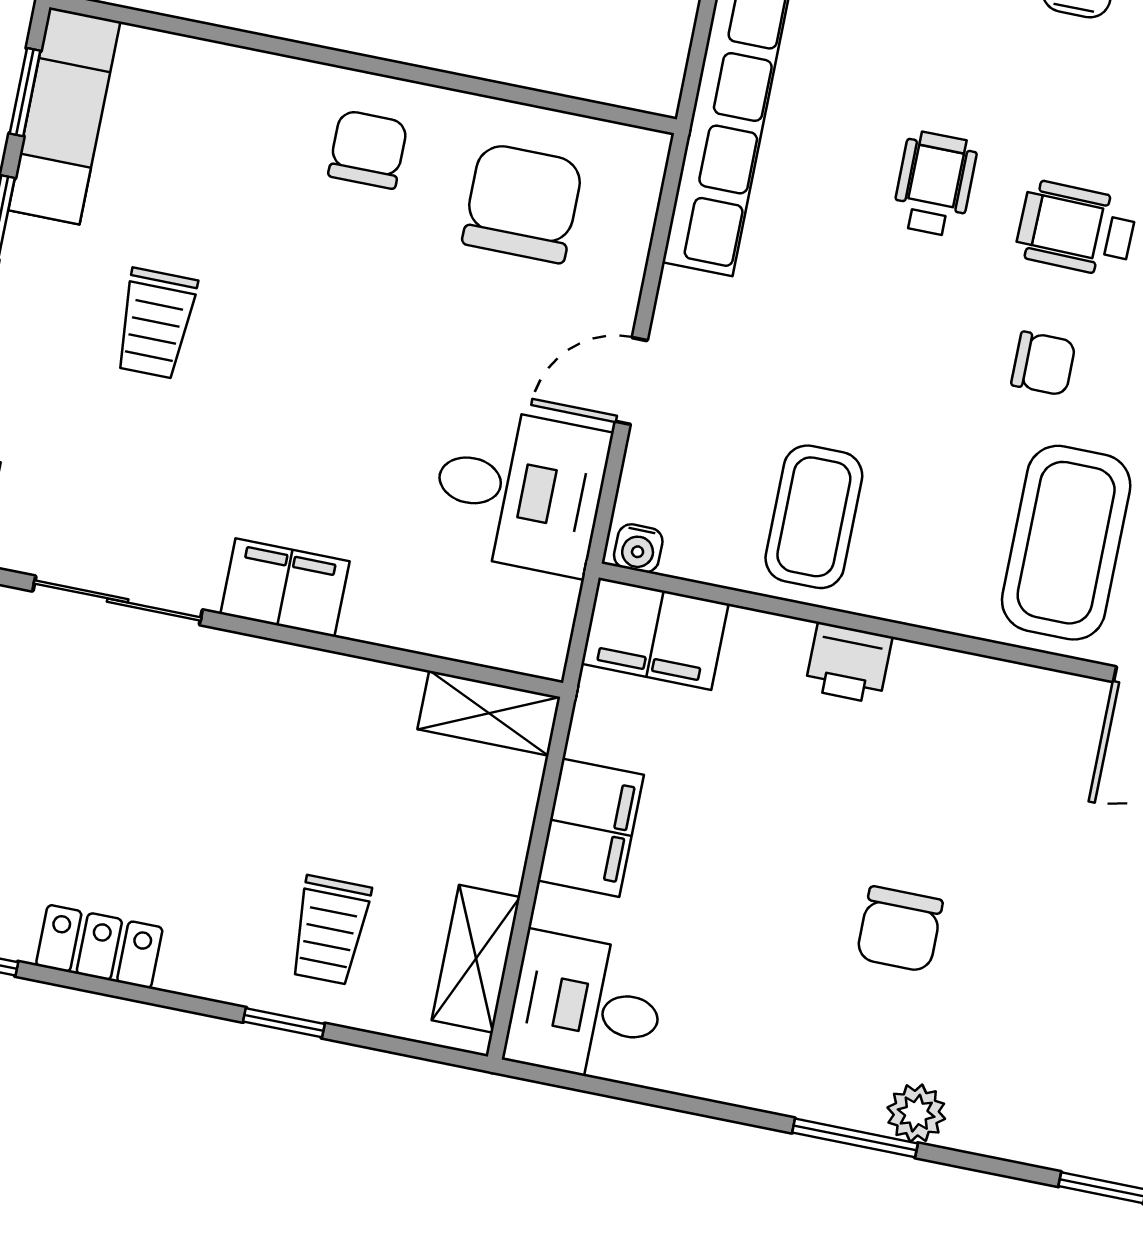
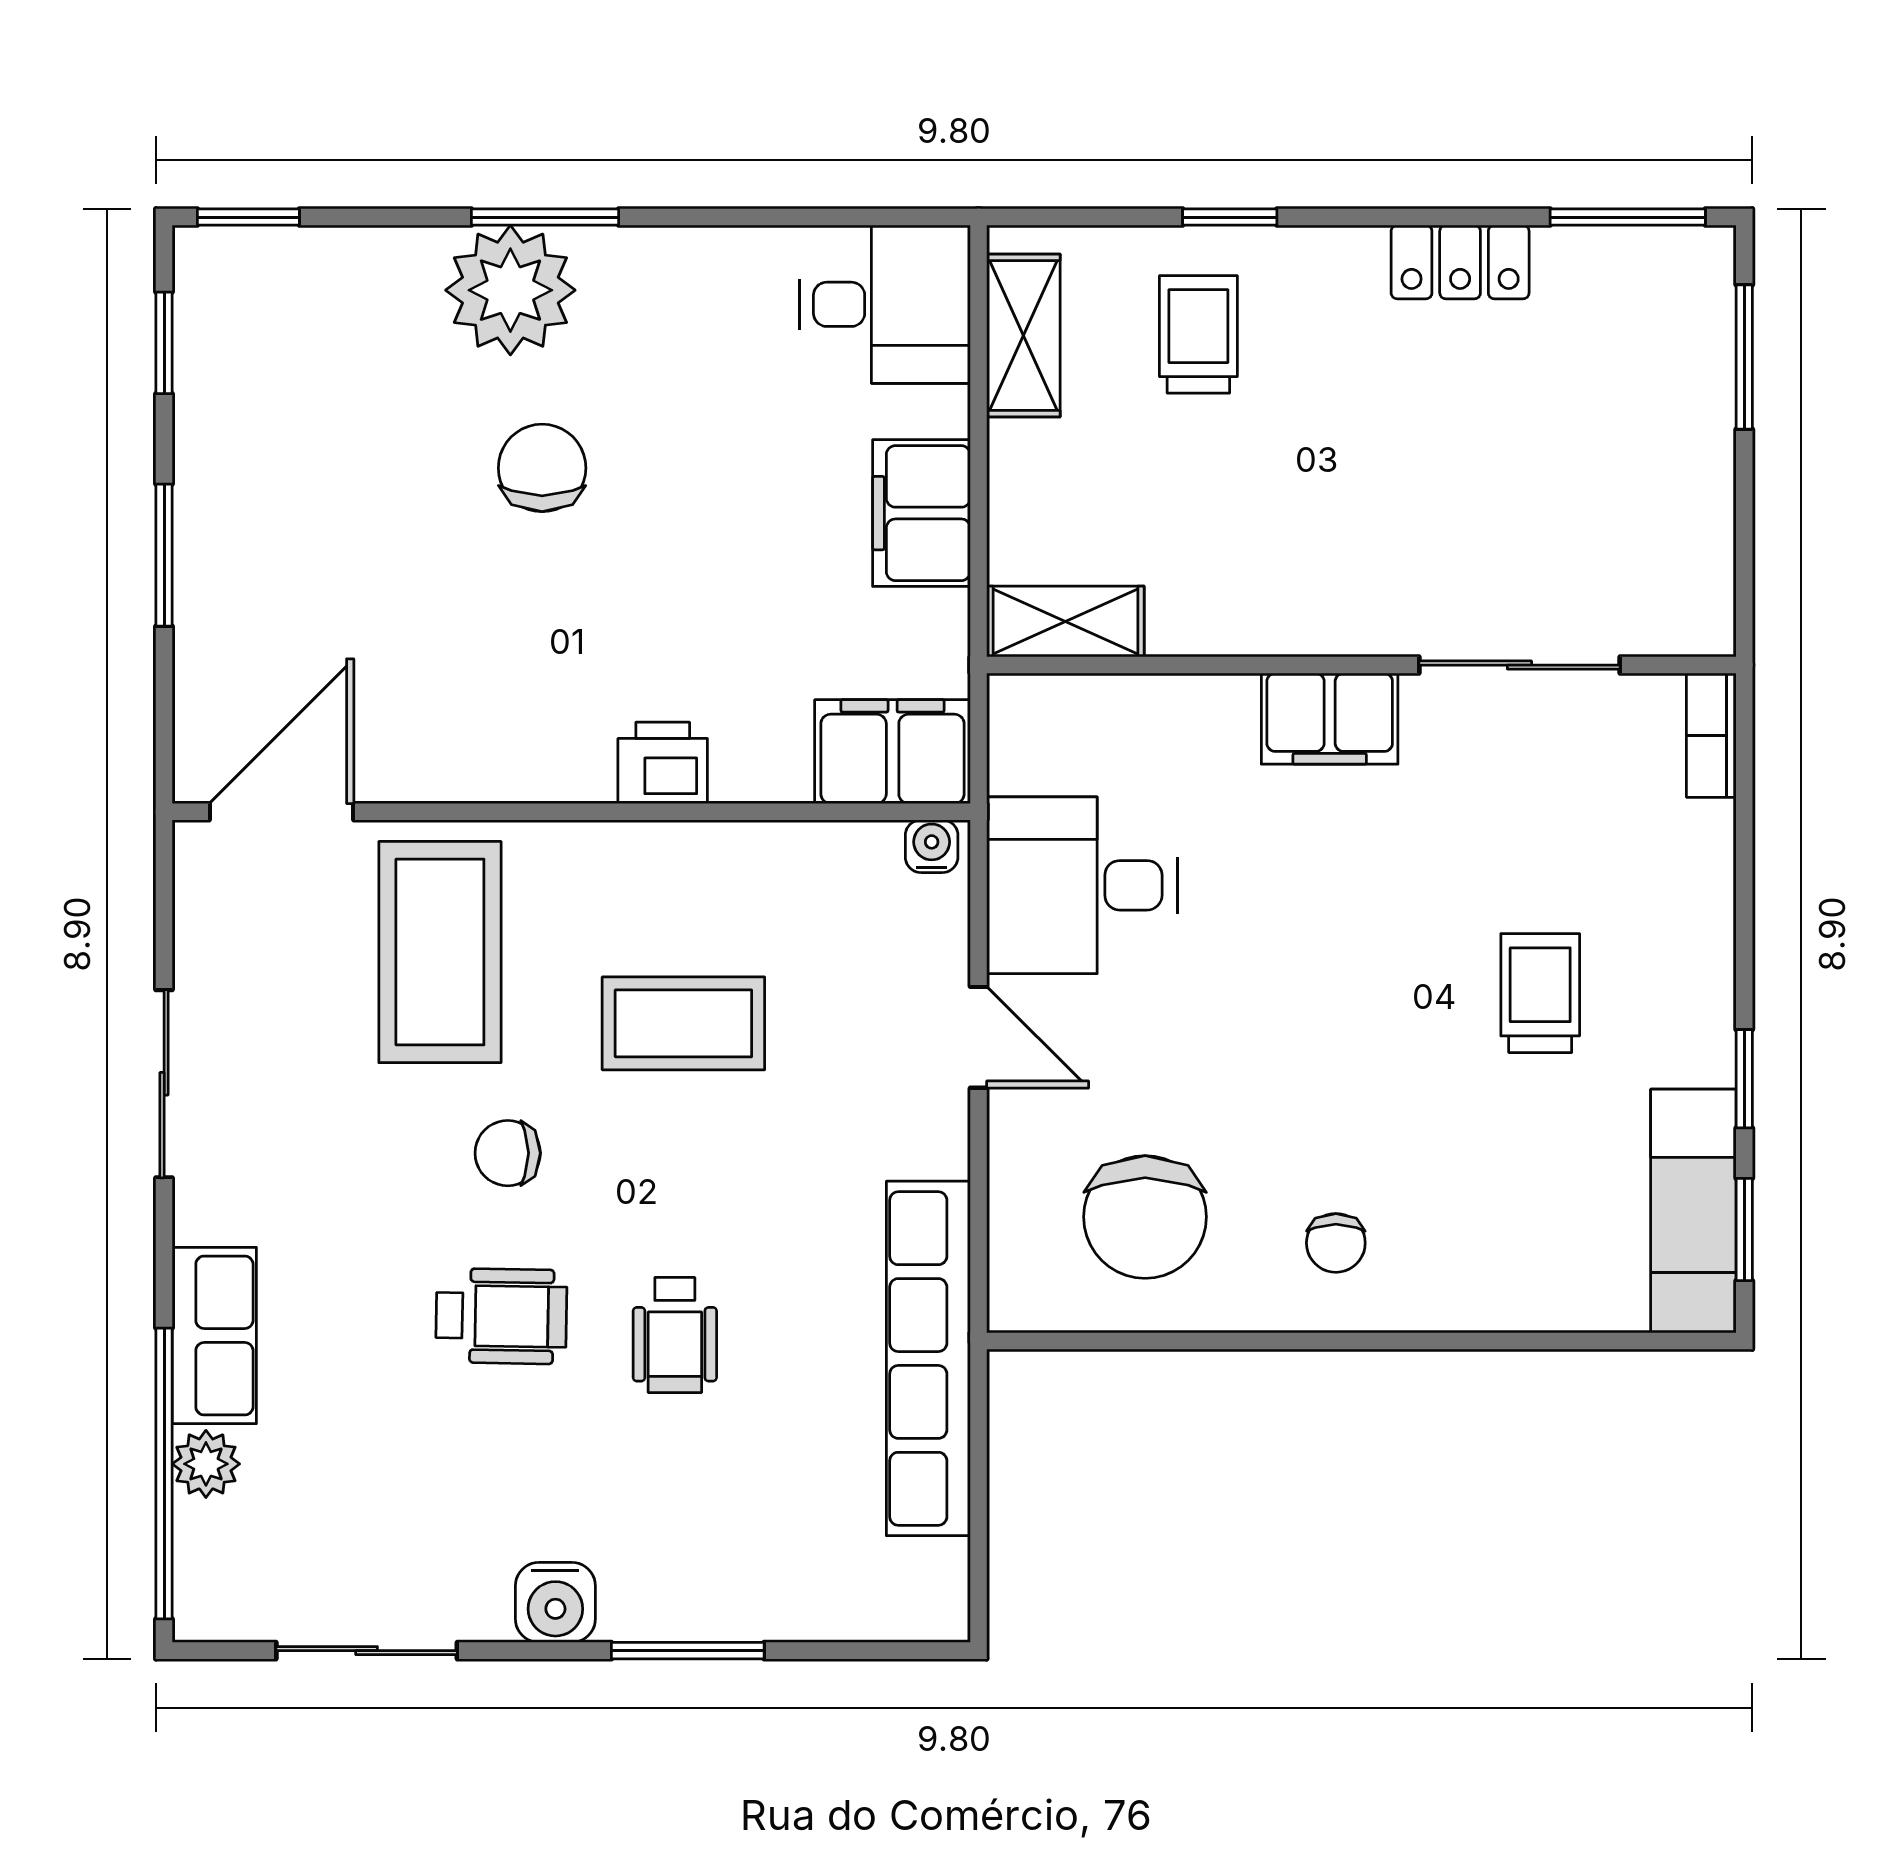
chair: (368, 149) -> (1336, 1243), width x0.73, depth x0.73
door: (631, 381) -> (979, 1037), hinge flipped
coffee table: (814, 517) -> (683, 1023), moved, turned 90
plant: (916, 1113) -> (510, 290), width x1.87, depth x1.87

